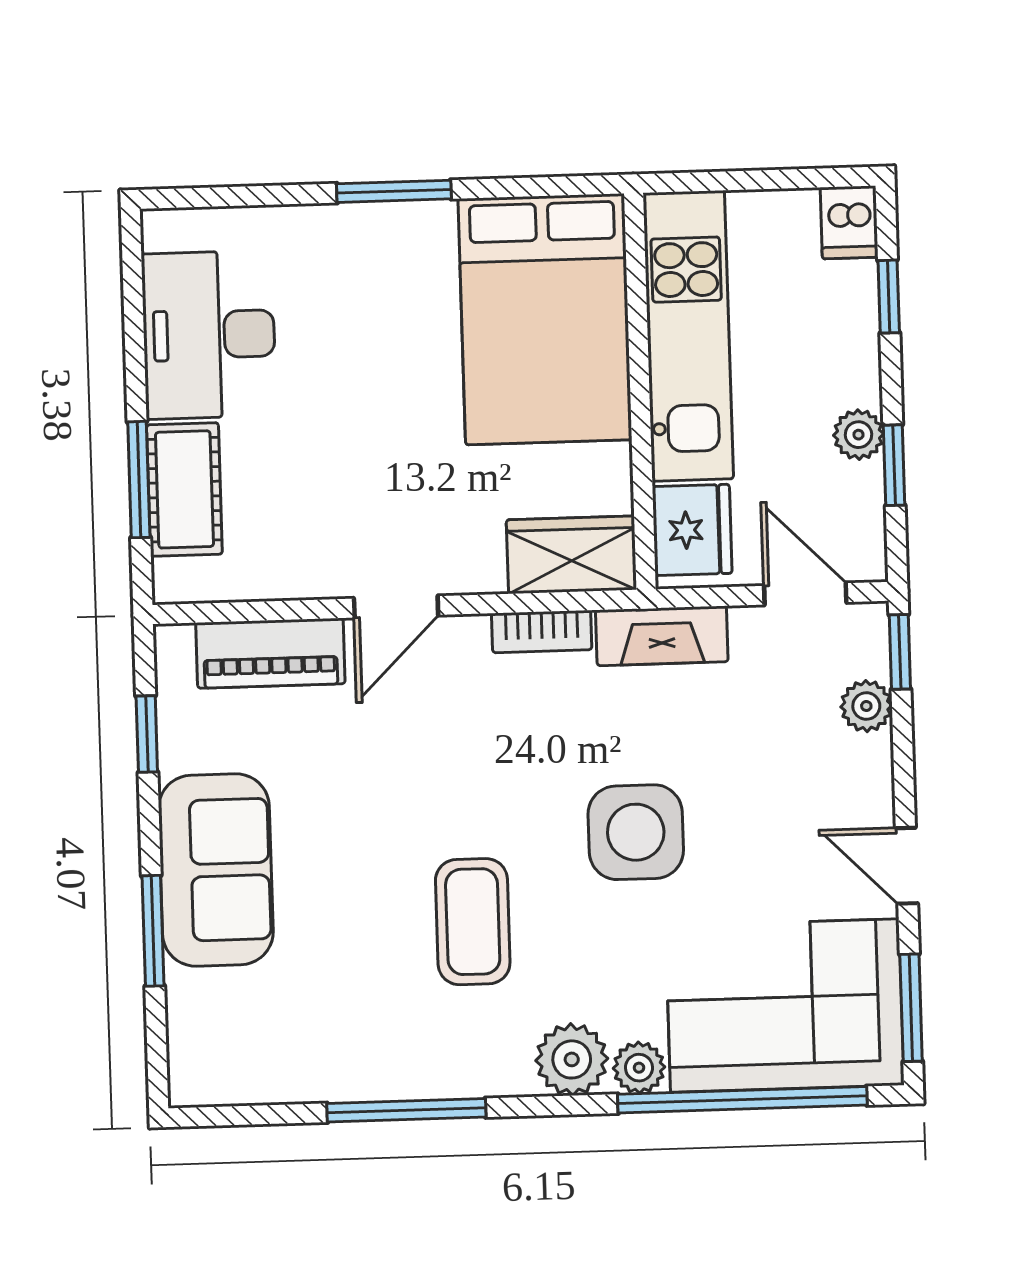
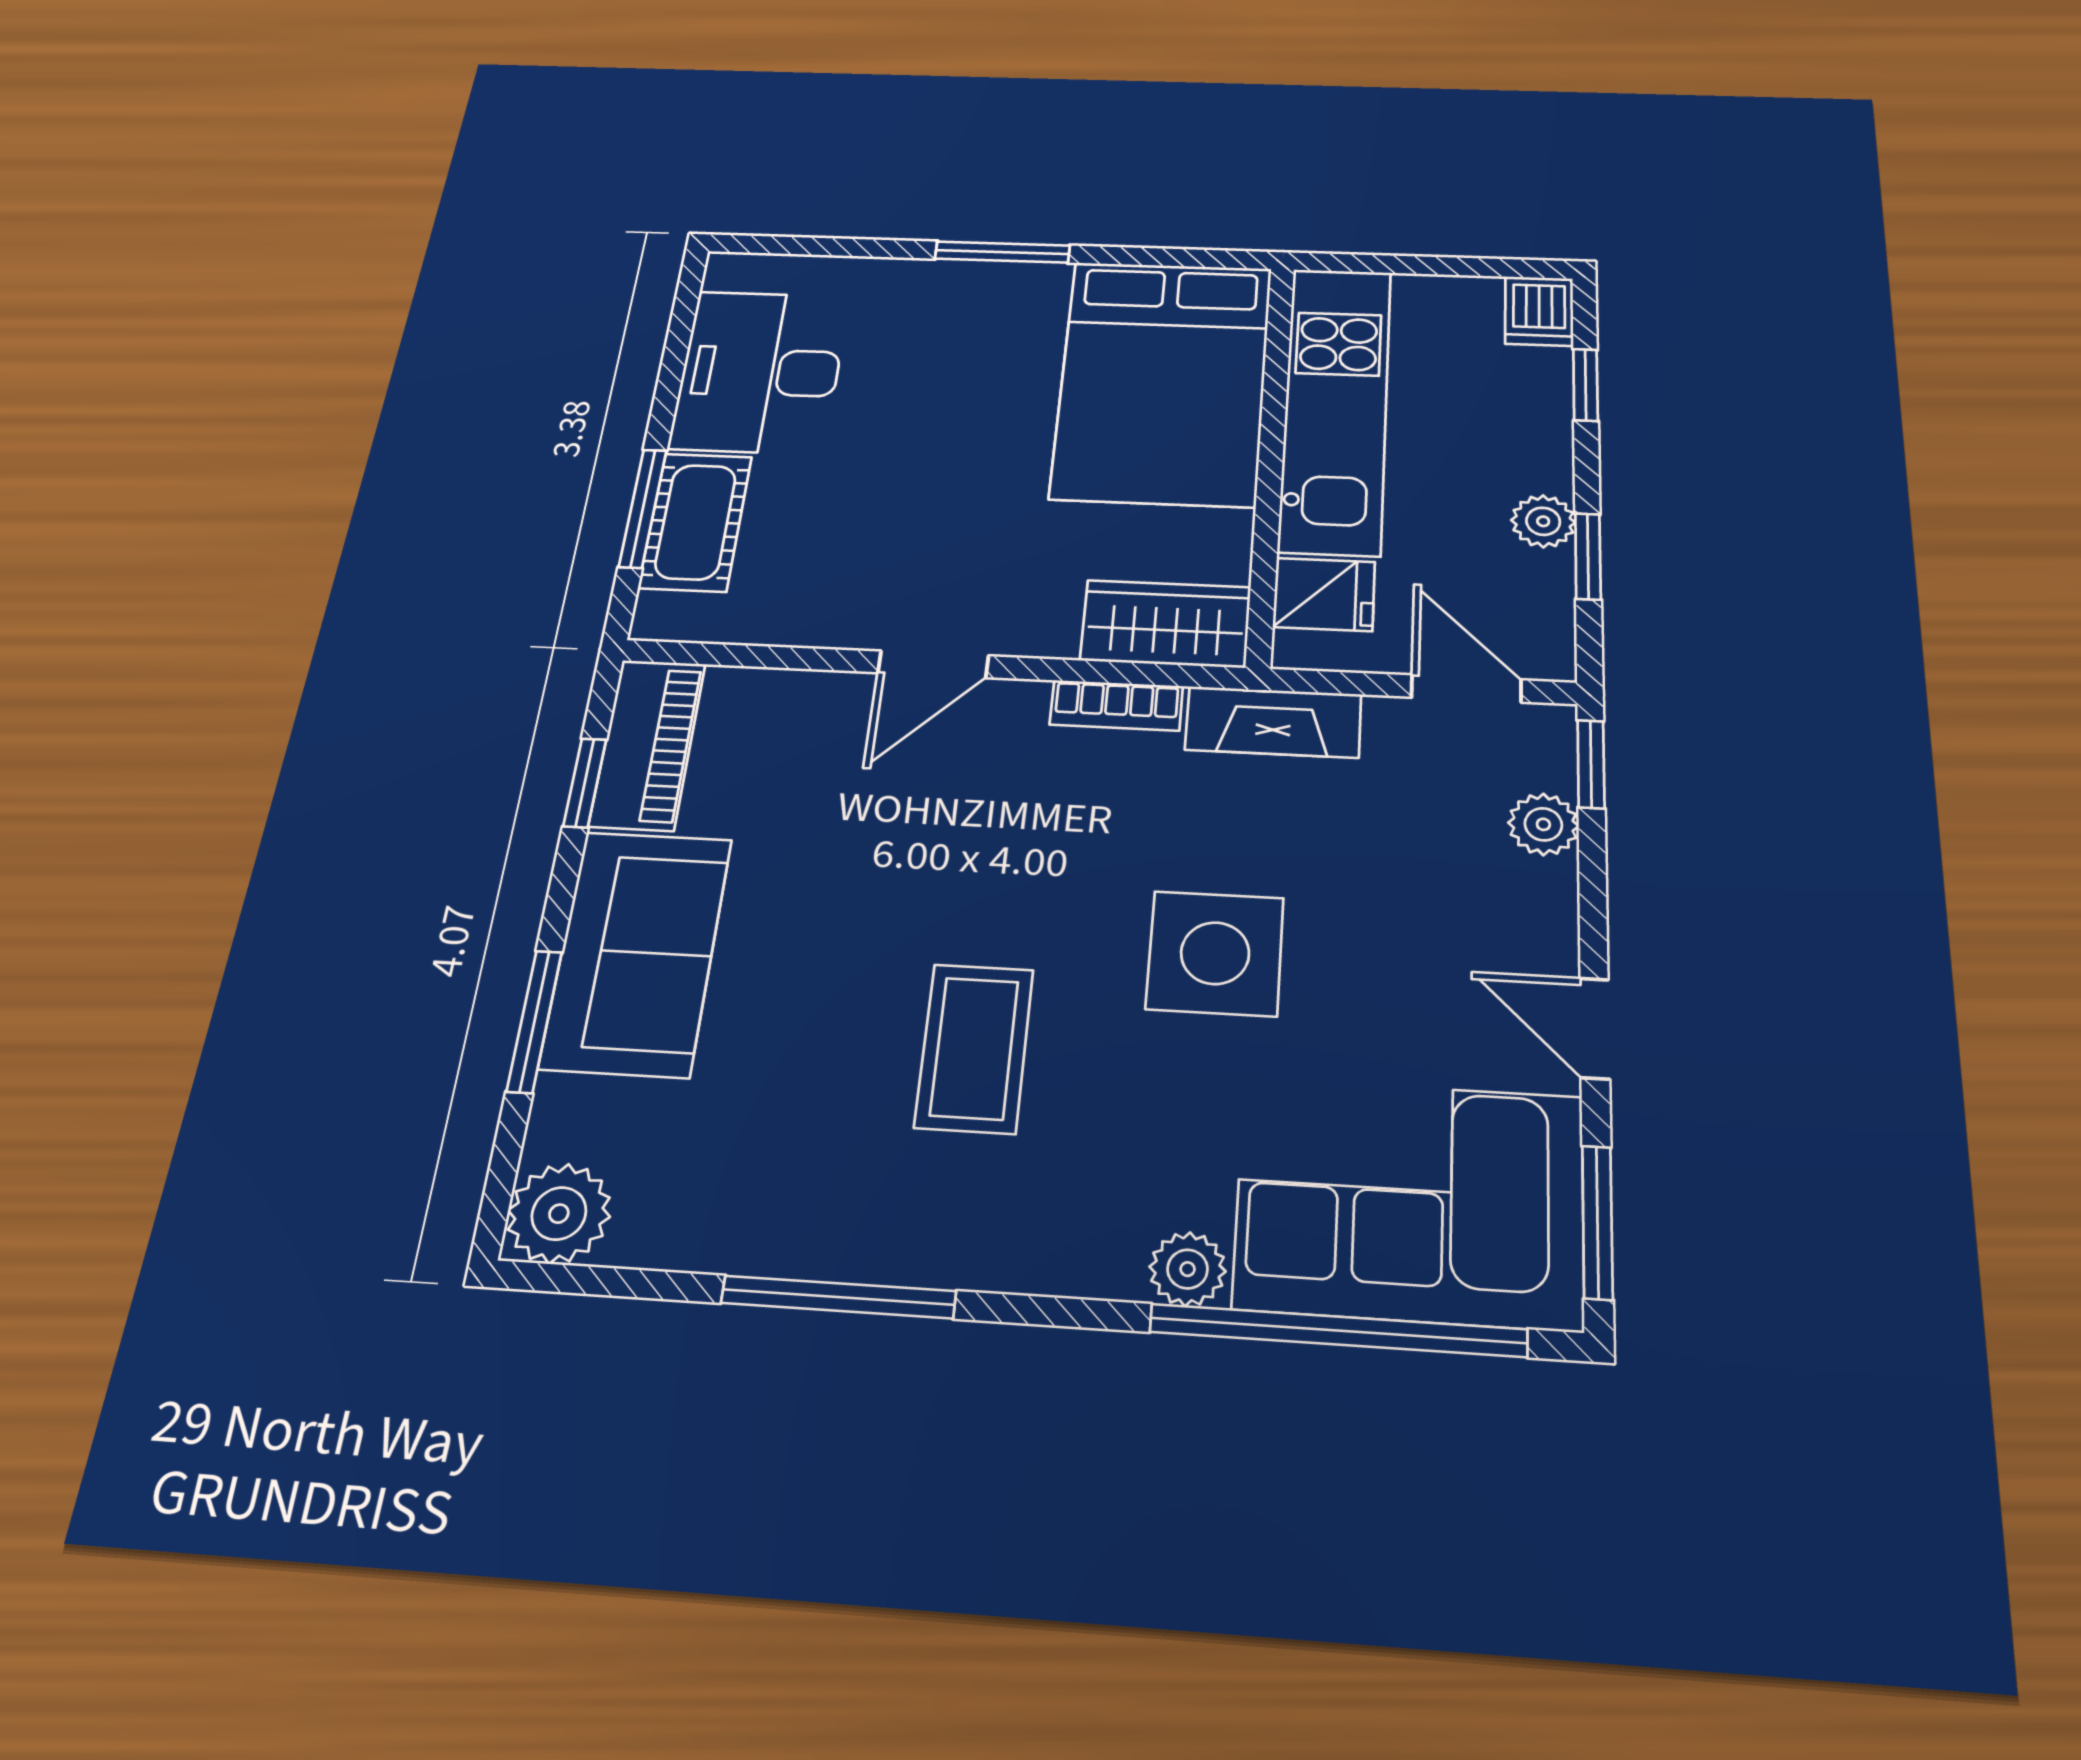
fridge: (692, 530) -> (1324, 594), width x0.72
piano: (270, 653) -> (648, 744), moved, turned -90
plant: (572, 1059) -> (559, 1214), moved

